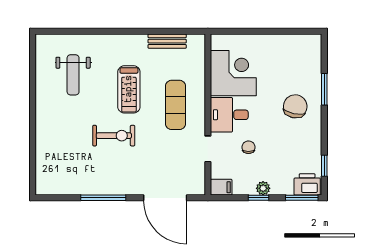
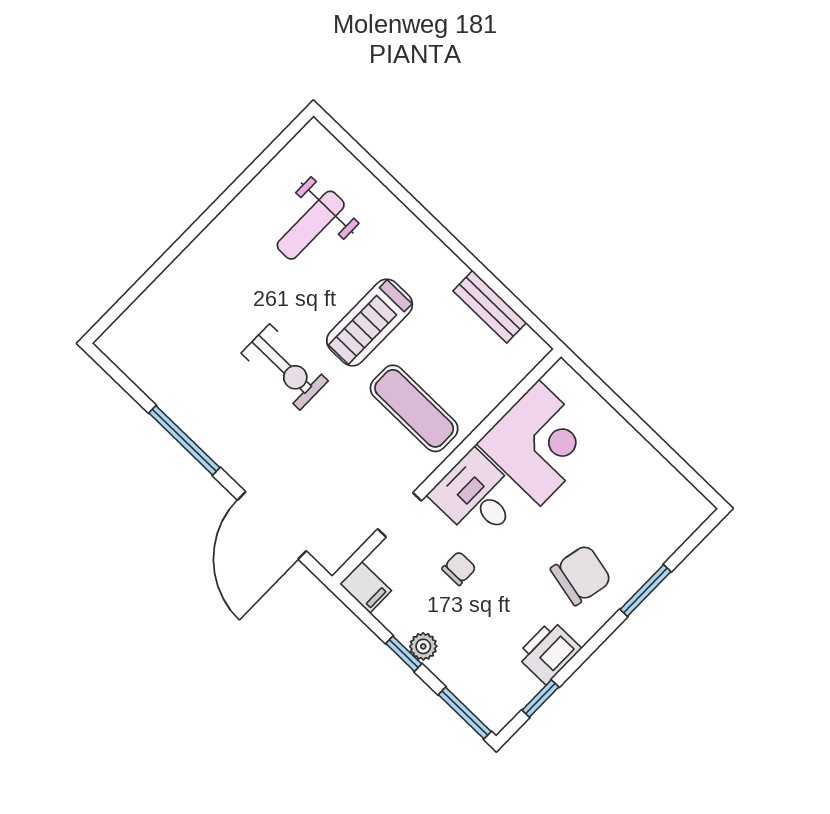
exercise mat: (176, 105) -> (414, 408), turned 90
printer: (307, 184) -> (549, 652), moved, turned -90

